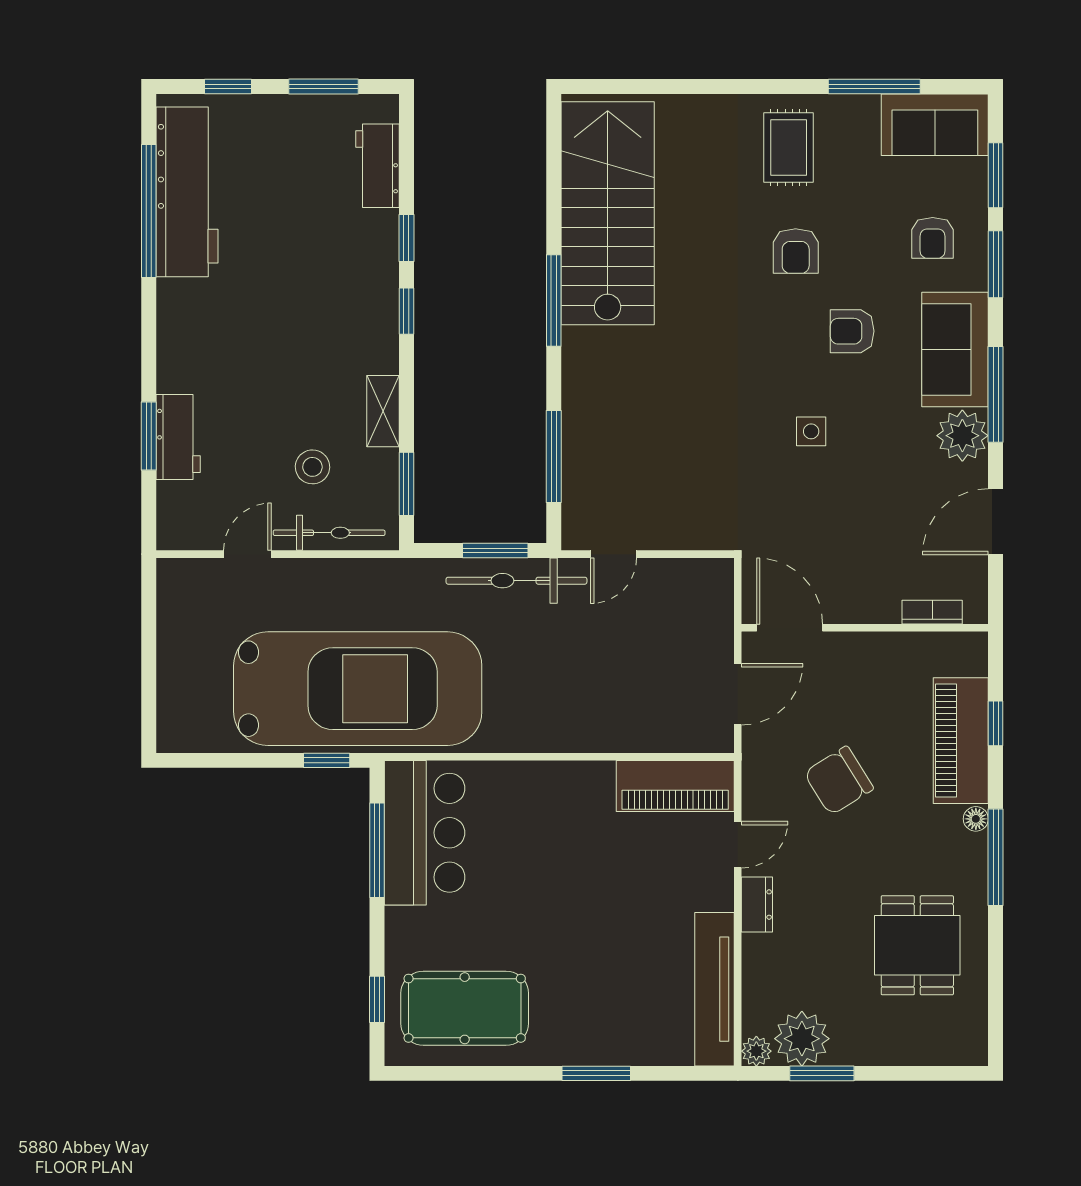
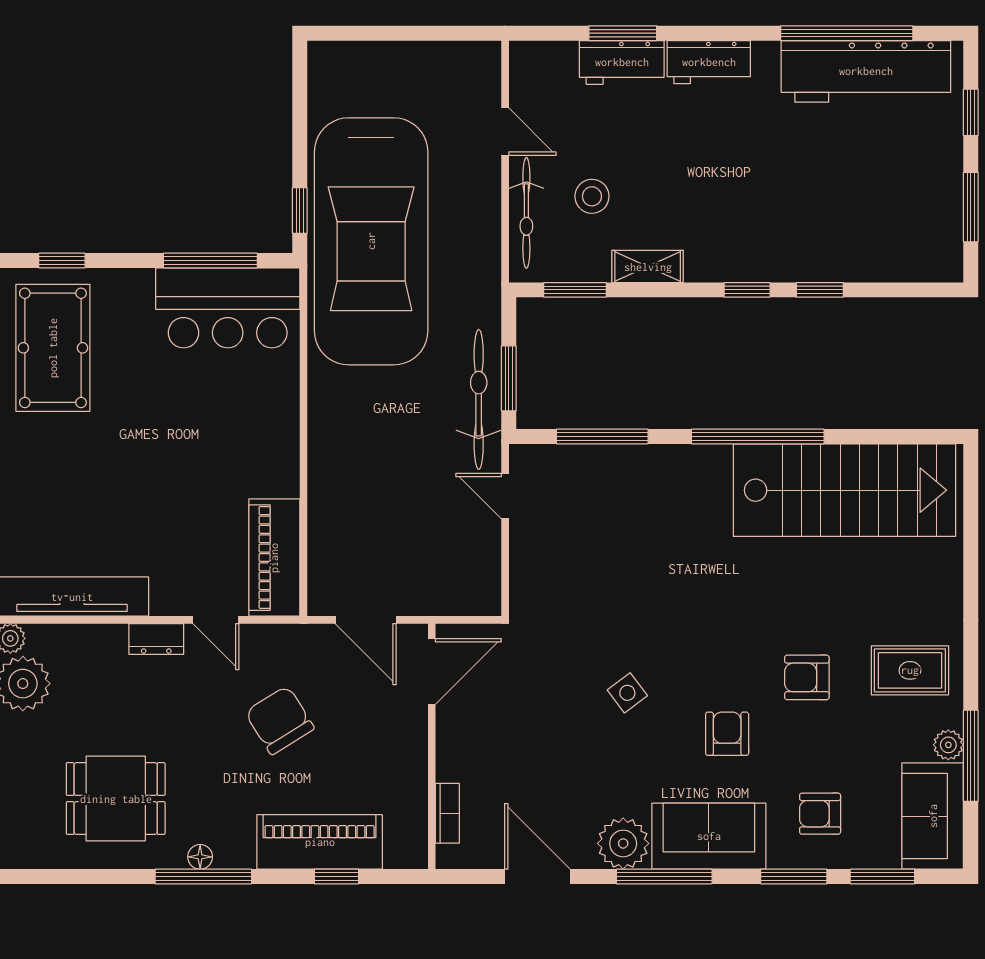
plant: (863, 109) -> (948, 745), added
workbench: (377, 166) -> (709, 62), moved, turned 180
window: (554, 300) -> (758, 437), width x1.46
side table: (811, 431) -> (627, 693), turned -37
floor lamp: (976, 819) -> (200, 857), moved

